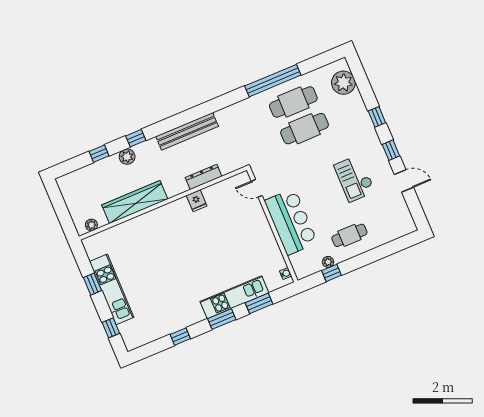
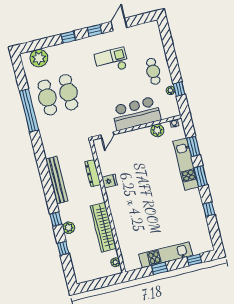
checkout: (355, 178) -> (111, 61), turned 180
plant: (273, 253) -> (157, 130), added

